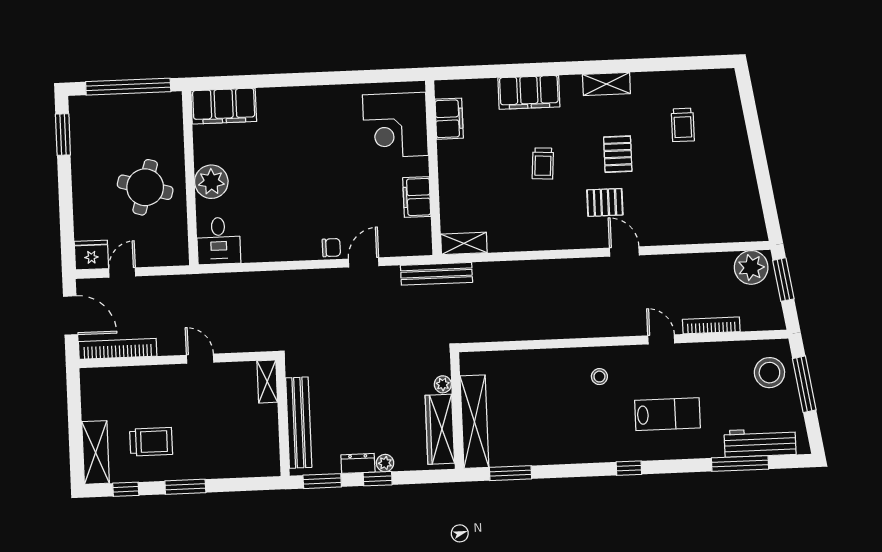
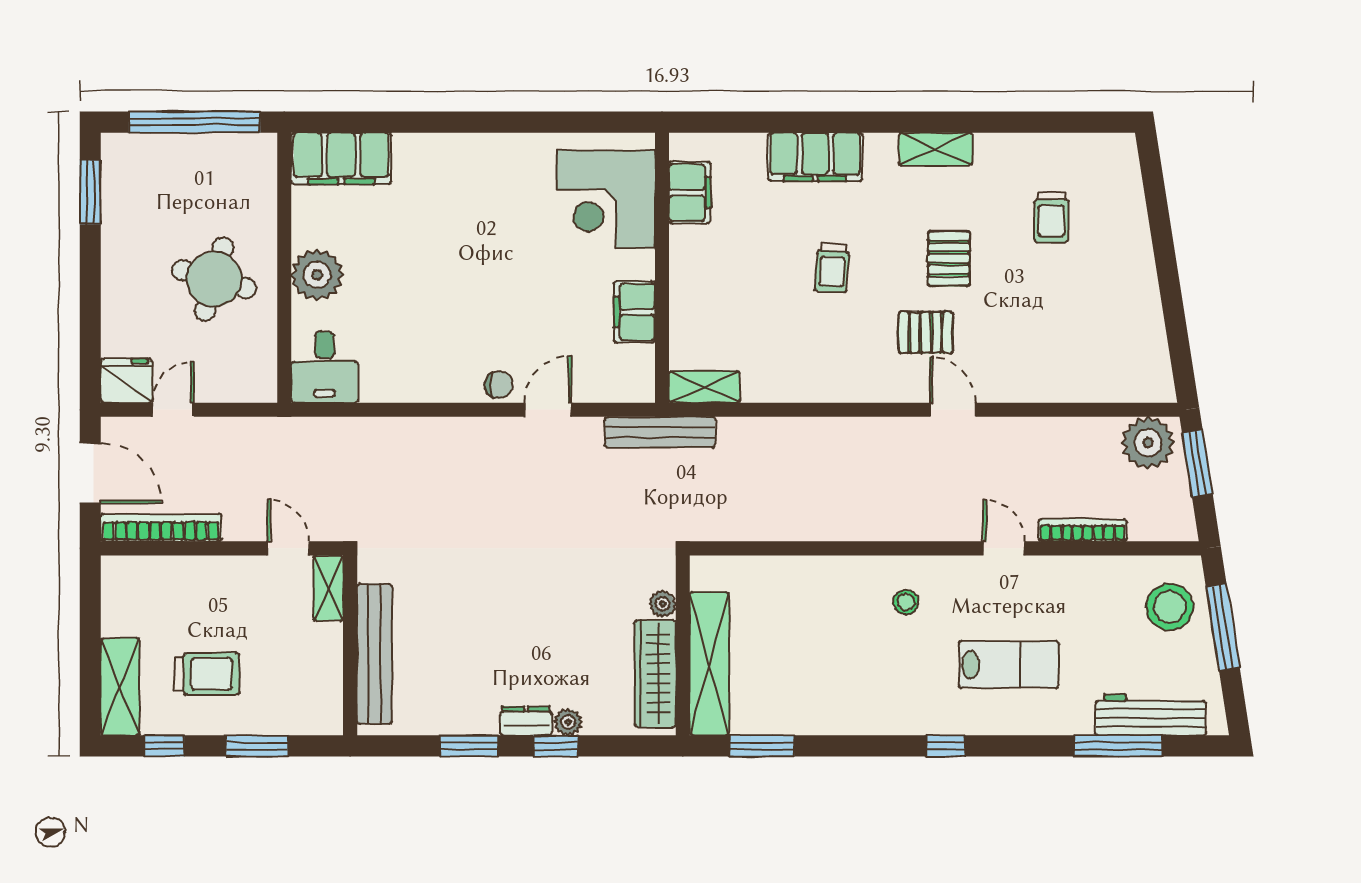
shelving: (267, 381) -> (328, 588), moved
wall: (283, 418) -> (350, 645), moved
bench: (299, 423) -> (374, 654), moved

